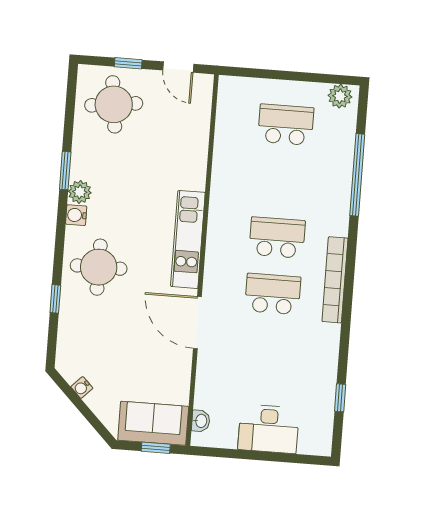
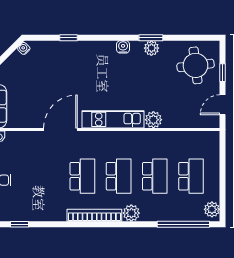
window: (357, 175) -> (183, 224), moved
plant: (193, 176) -> (153, 120), added
school desk: (281, 181) -> (155, 176), added
plant: (80, 192) -> (151, 48), moved
plant: (336, 222) -> (131, 213), added
round table: (99, 267) -> (91, 64), removed
water cooler: (82, 387) -> (24, 48), moved

